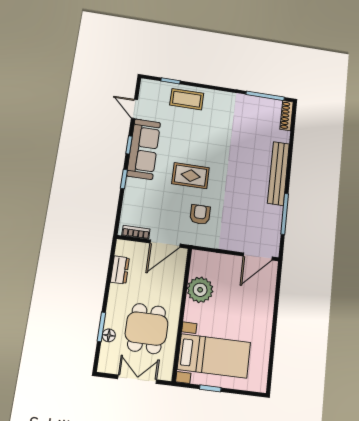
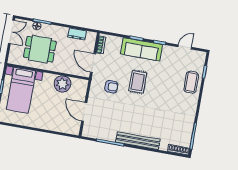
sofa: (144, 149) -> (142, 49), moved
door: (258, 256) -> (84, 112), moved
double door: (137, 379) -> (12, 32), moved

